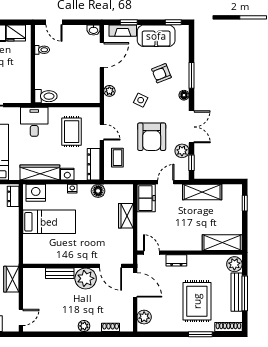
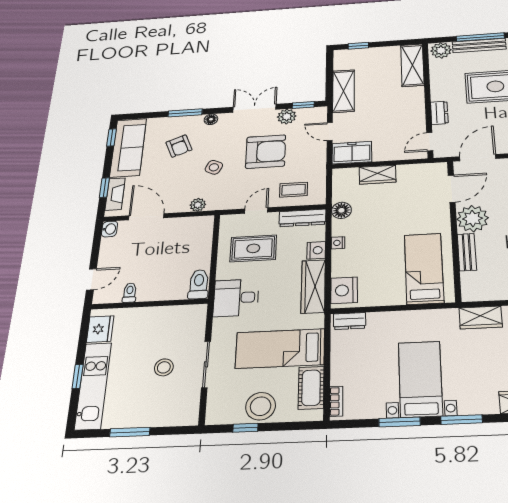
sofa: (156, 36) -> (128, 148), width x1.36
bed: (49, 222) -> (424, 268), moved

